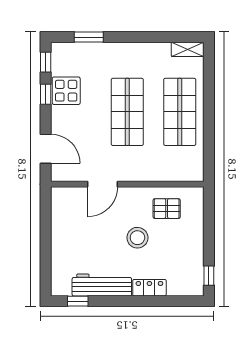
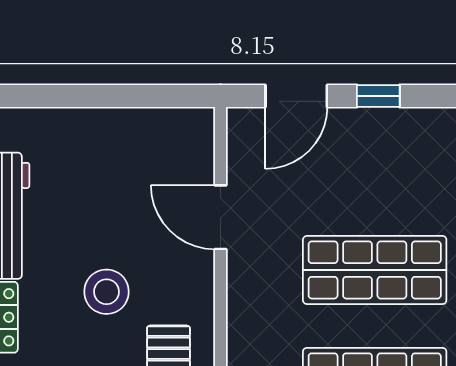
display table: (66, 91) -> (420, 140), removed
window: (46, 94) -> (378, 96), moved

